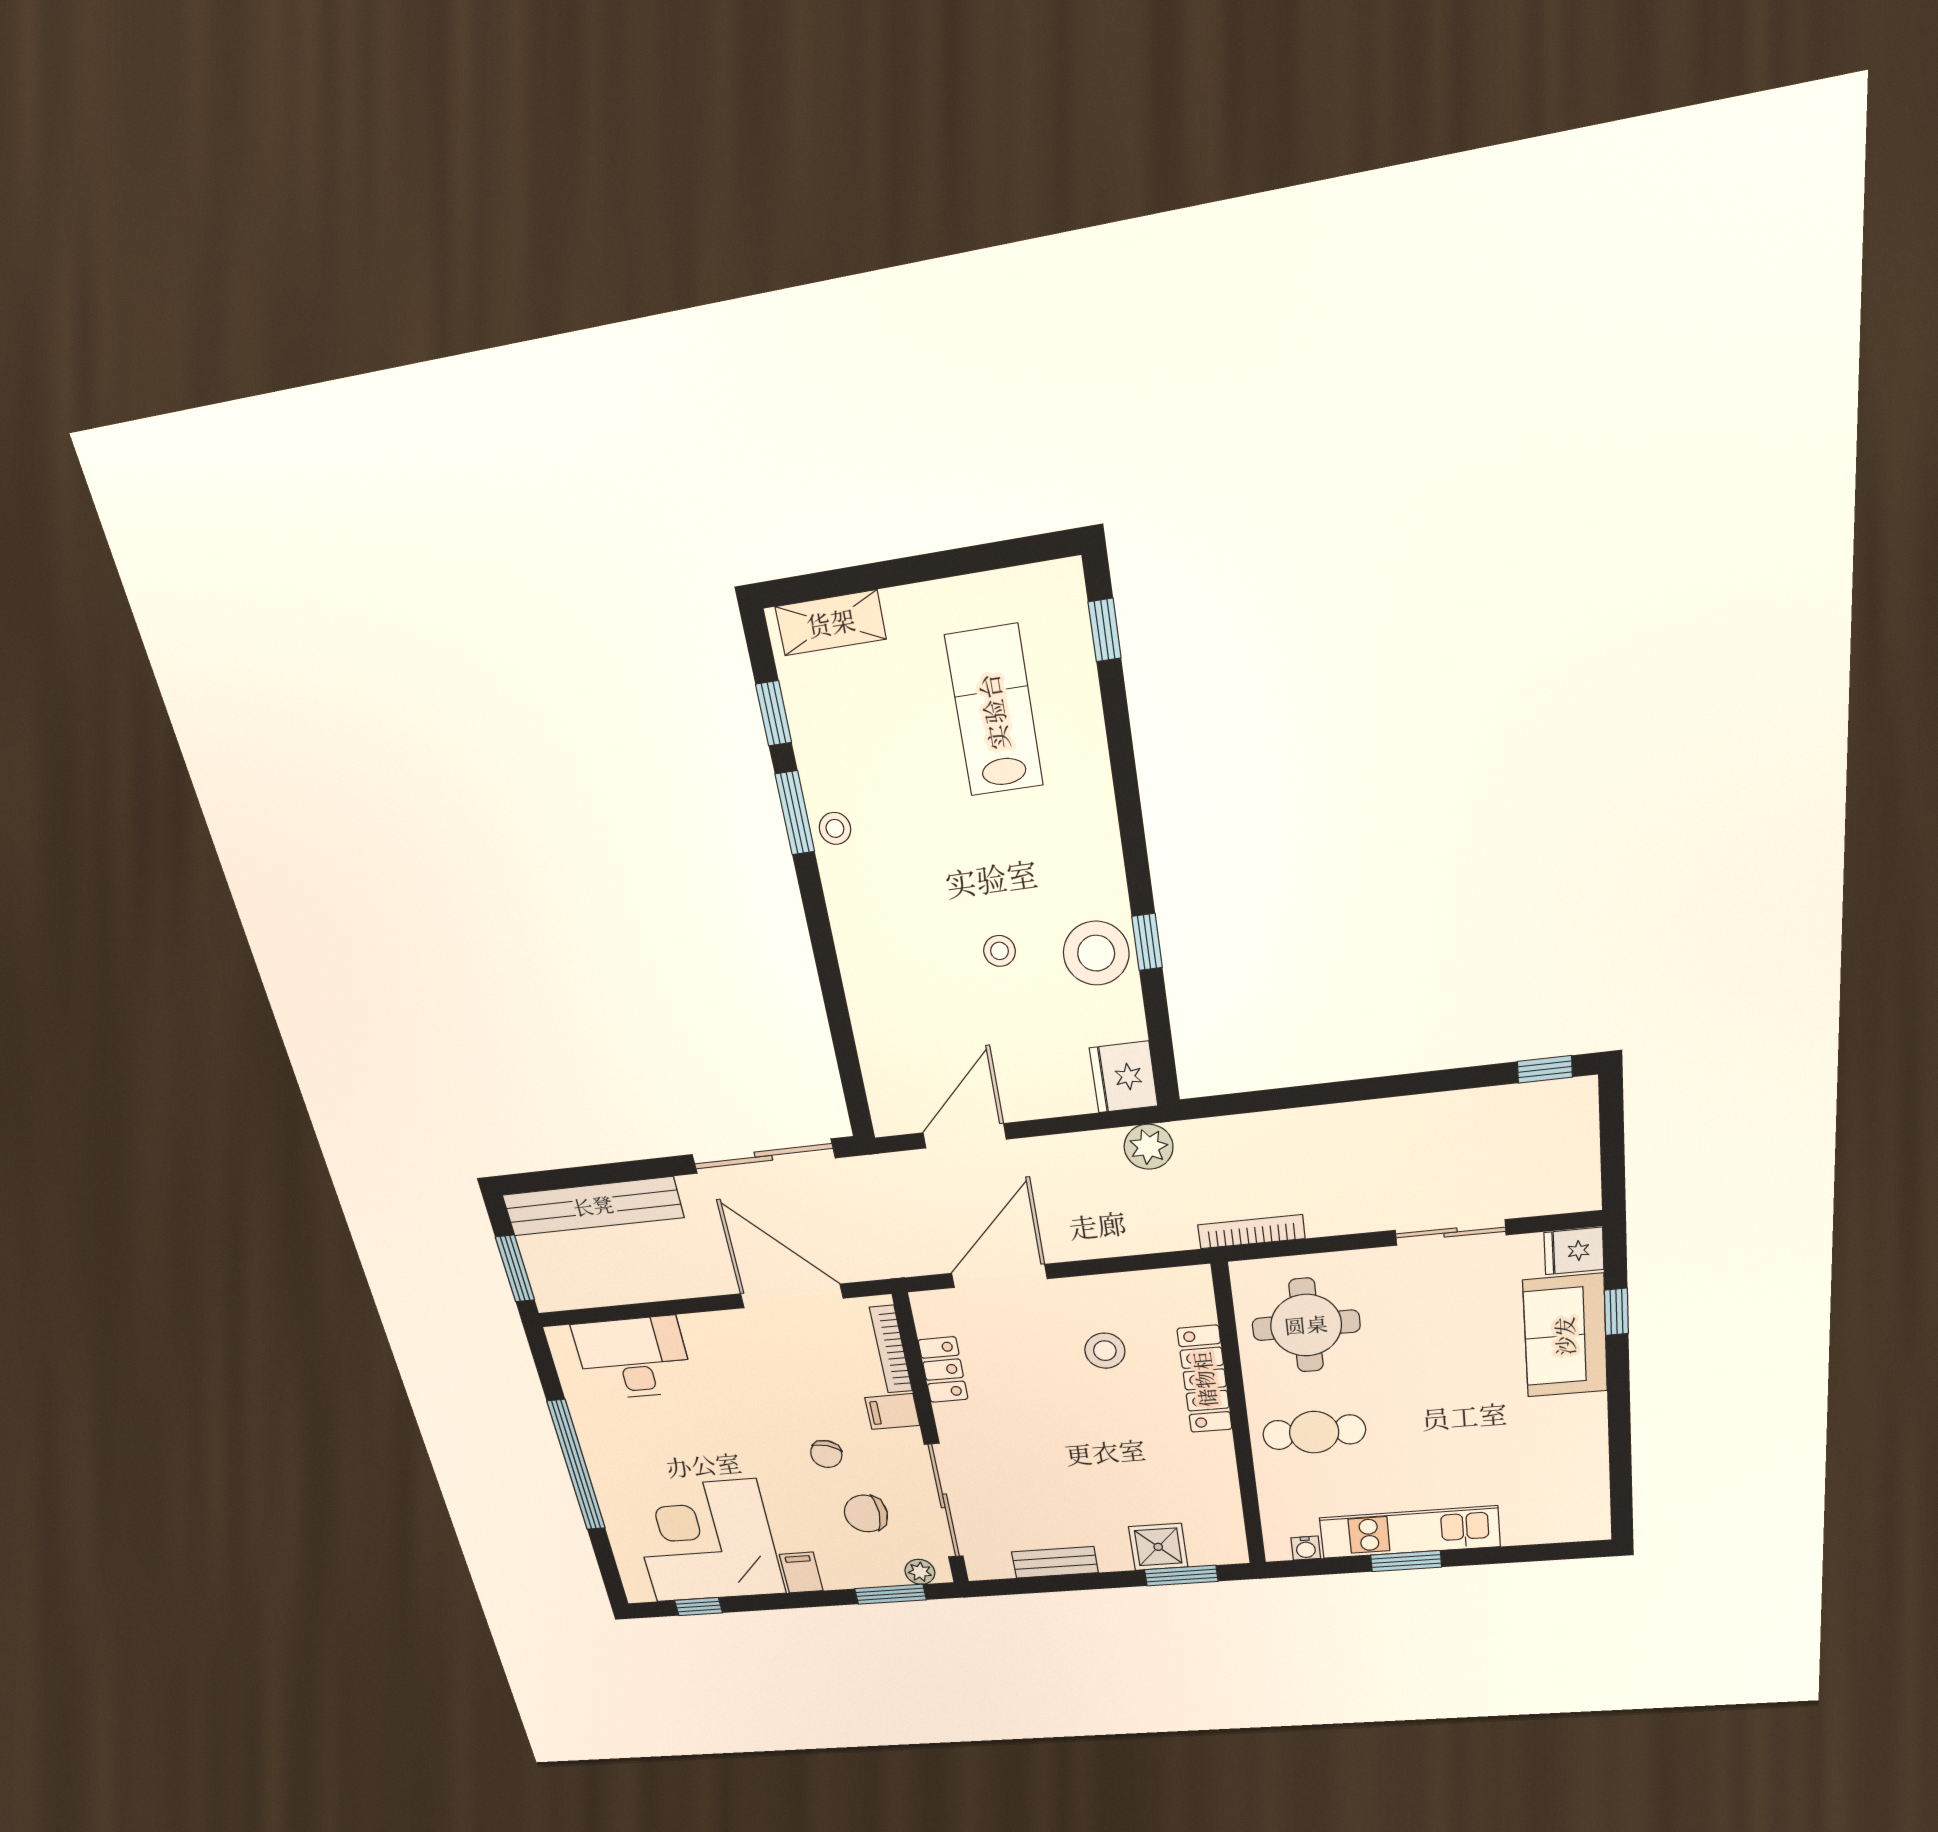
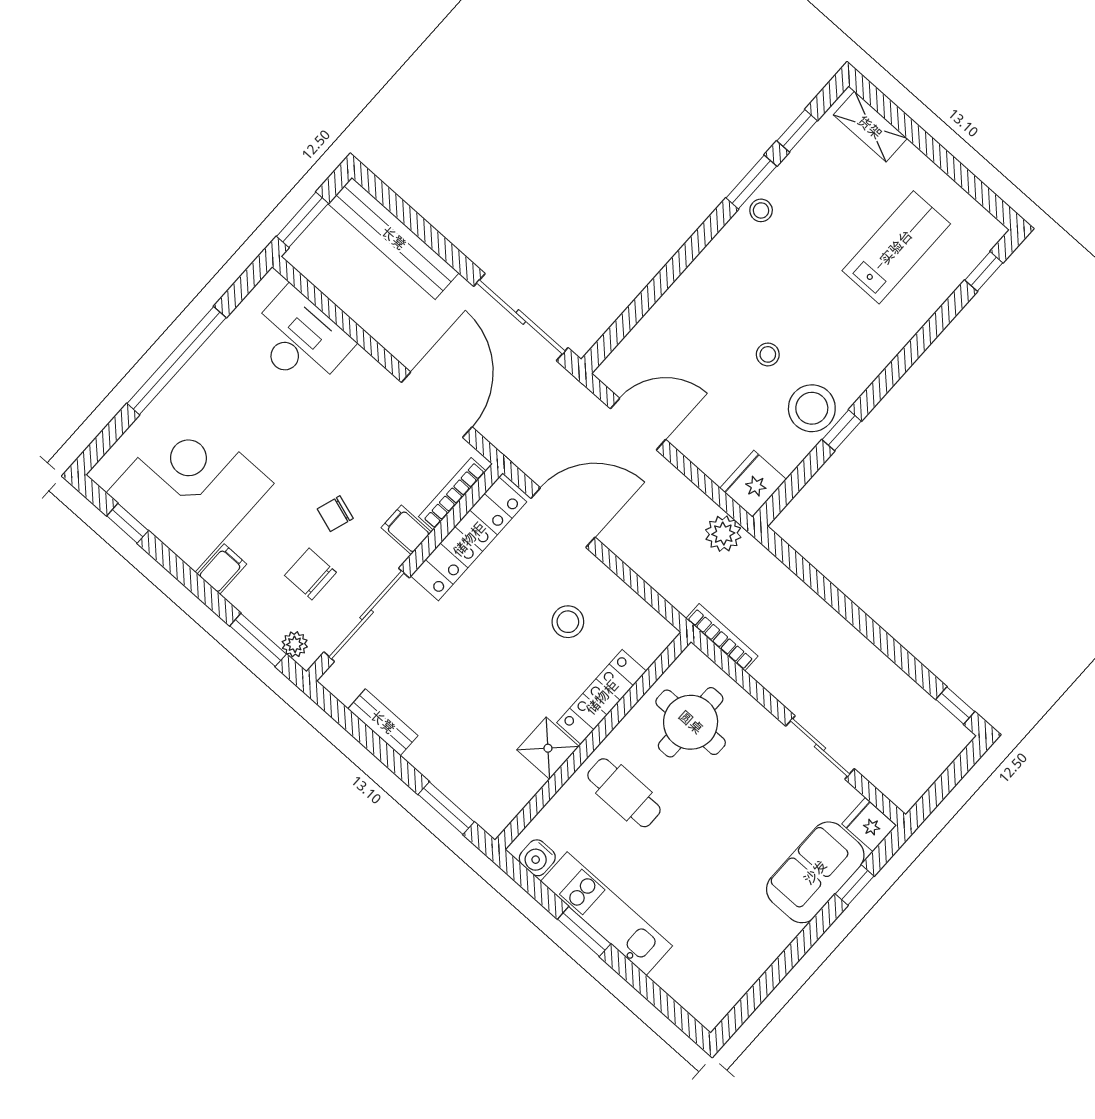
locker: (943, 1370) -> (469, 539), width x2.16, depth x1.21
shower: (1158, 1547) -> (548, 748), moved
water cooler: (1306, 1548) -> (537, 858), width x1.38, depth x1.38

